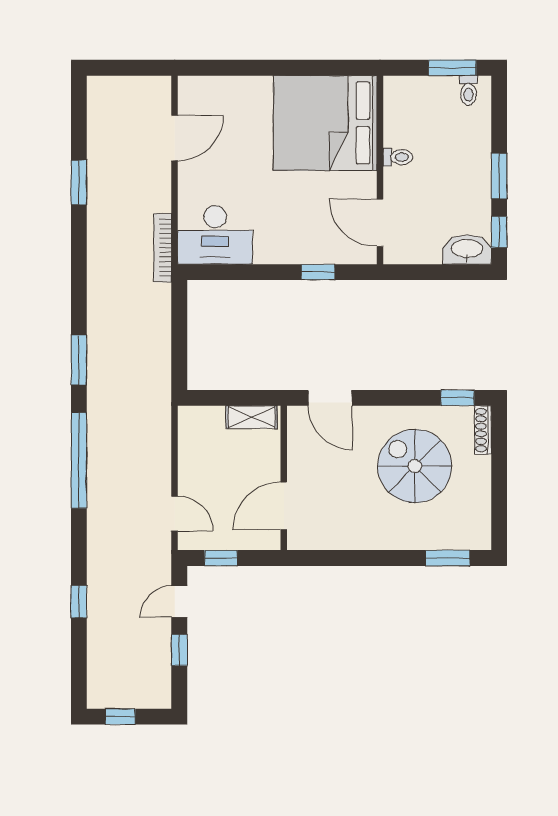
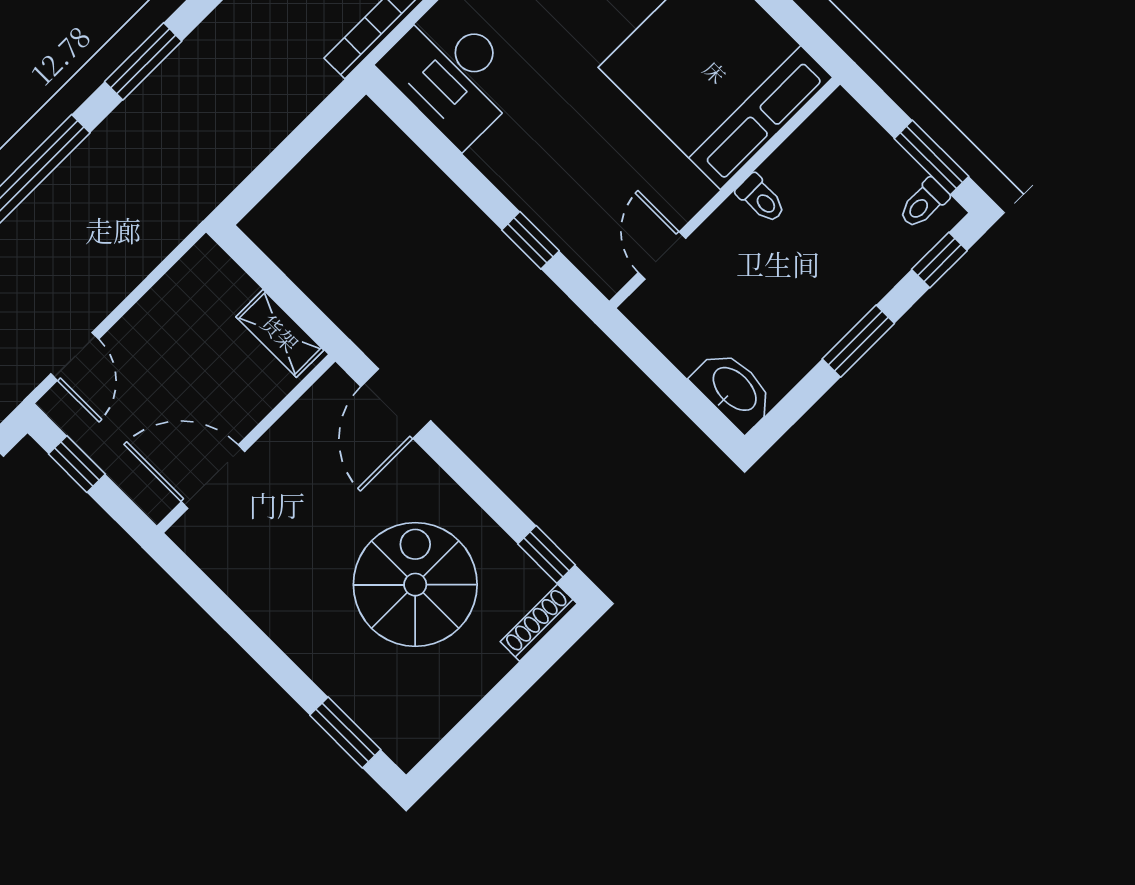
door: (380, 223) -> (662, 255), width x0.73
window: (499, 232) -> (939, 260), moved

